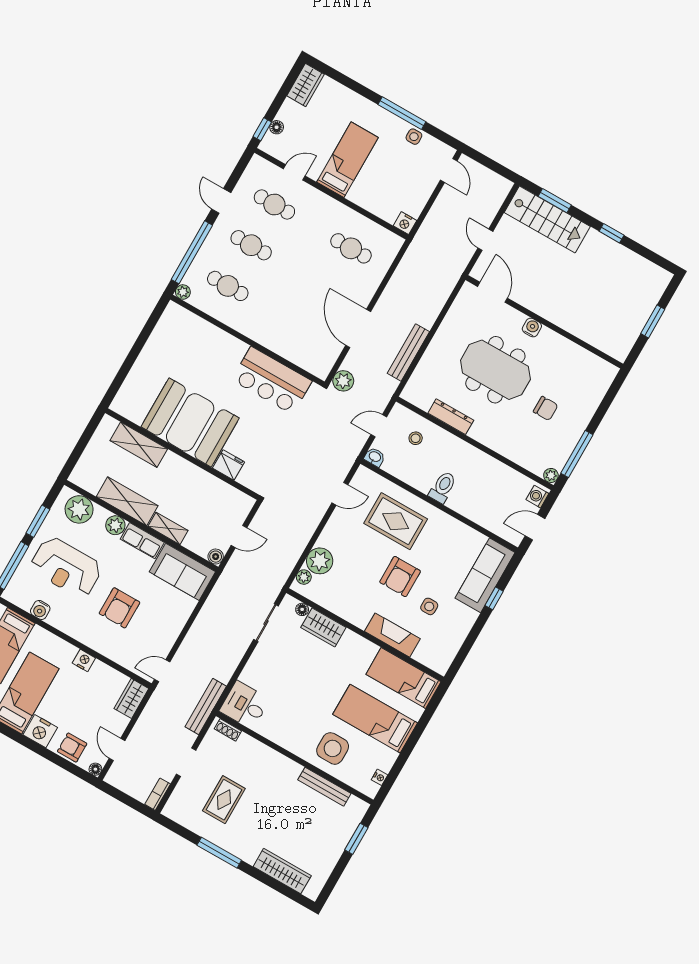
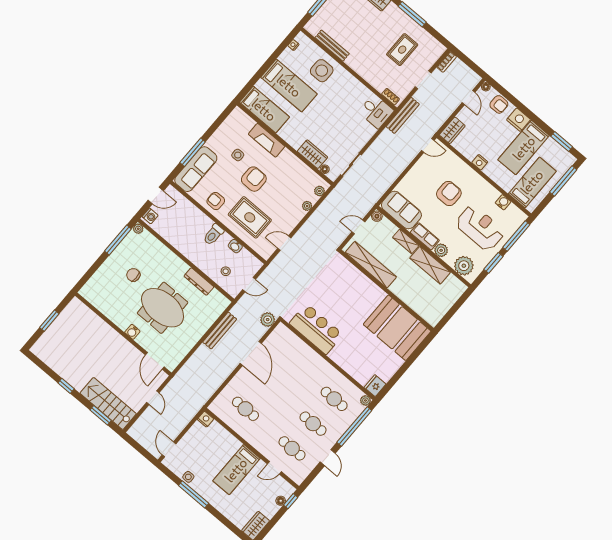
booth: (190, 422) -> (397, 328), moved
shelving: (139, 445) -> (371, 265), moved, width x1.47
washbasin: (375, 457) -> (235, 246), moved
fridge: (228, 465) -> (375, 386), moved, turned 90
armchair: (448, 535) -> (216, 201), added
plant: (320, 561) -> (307, 206), width x0.53, depth x0.53
window: (494, 598) -> (193, 152), width x2.17

